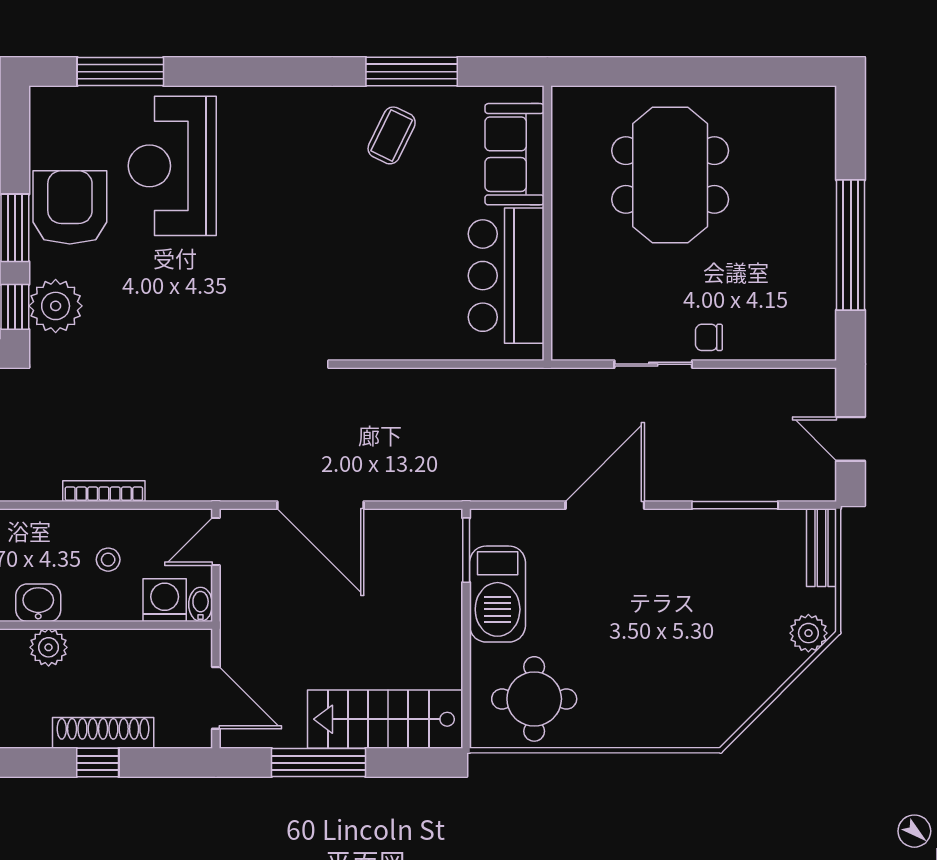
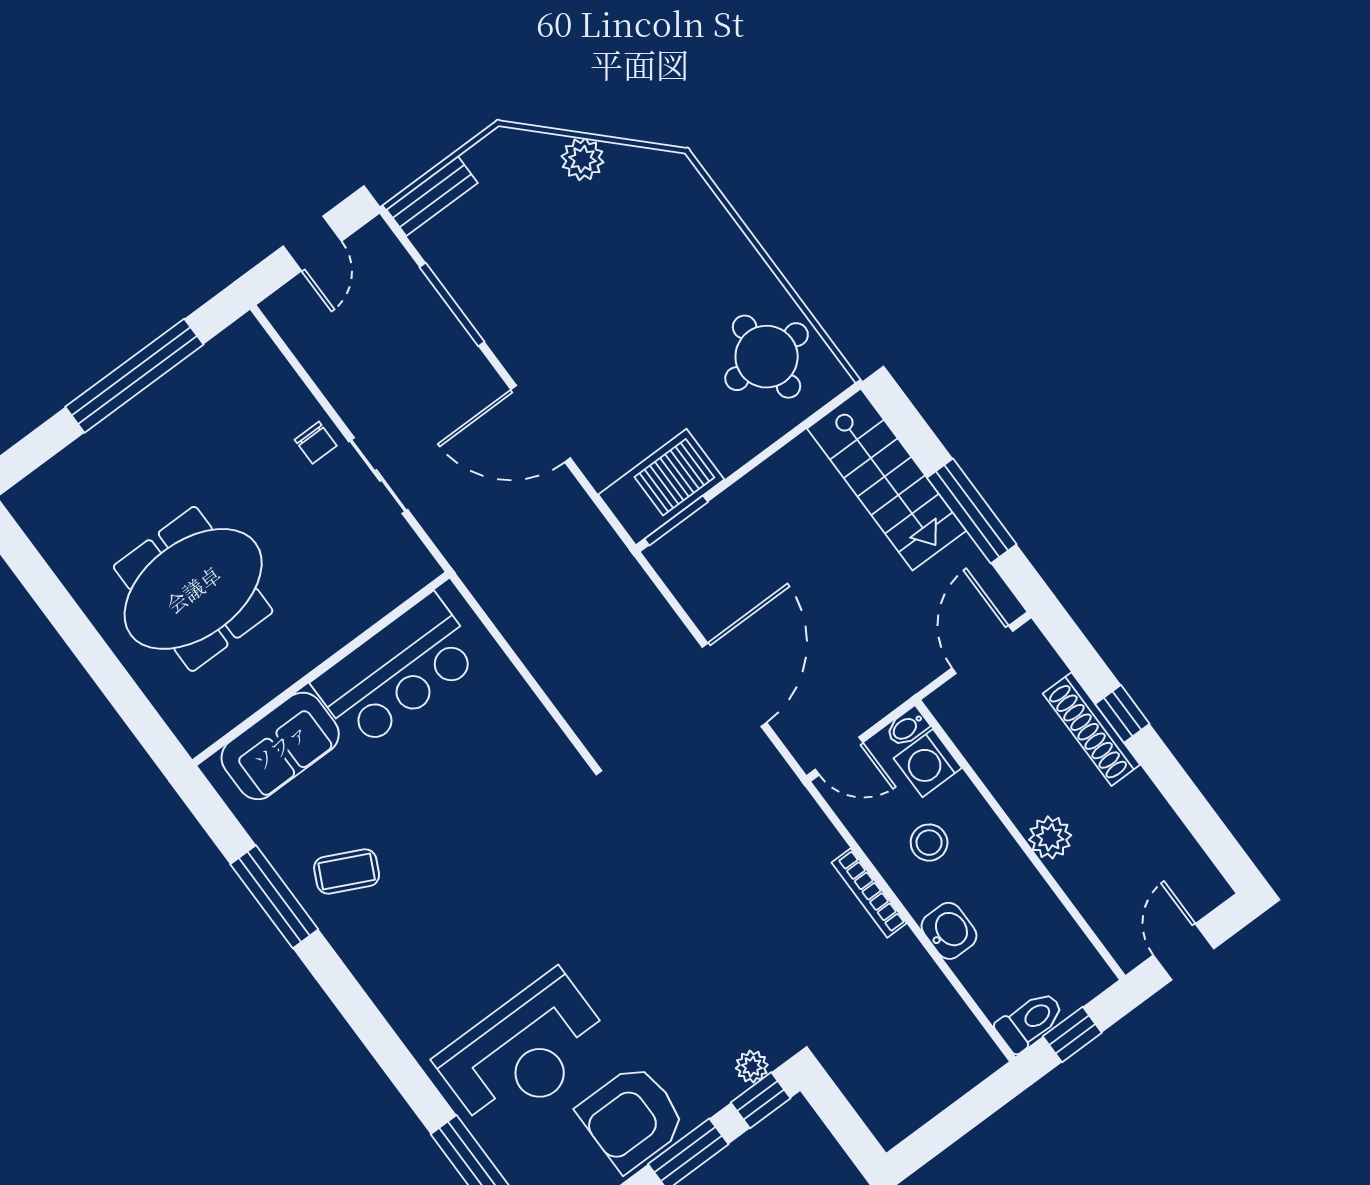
plant: (56, 306) -> (752, 1067), width x0.53, depth x0.53
stool: (108, 560) -> (929, 843), width x1.37, depth x1.37
barbecue: (498, 594) -> (661, 487), moved
washbasin: (38, 603) -> (949, 931), moved, turned 180
plant: (808, 633) -> (583, 159), moved

